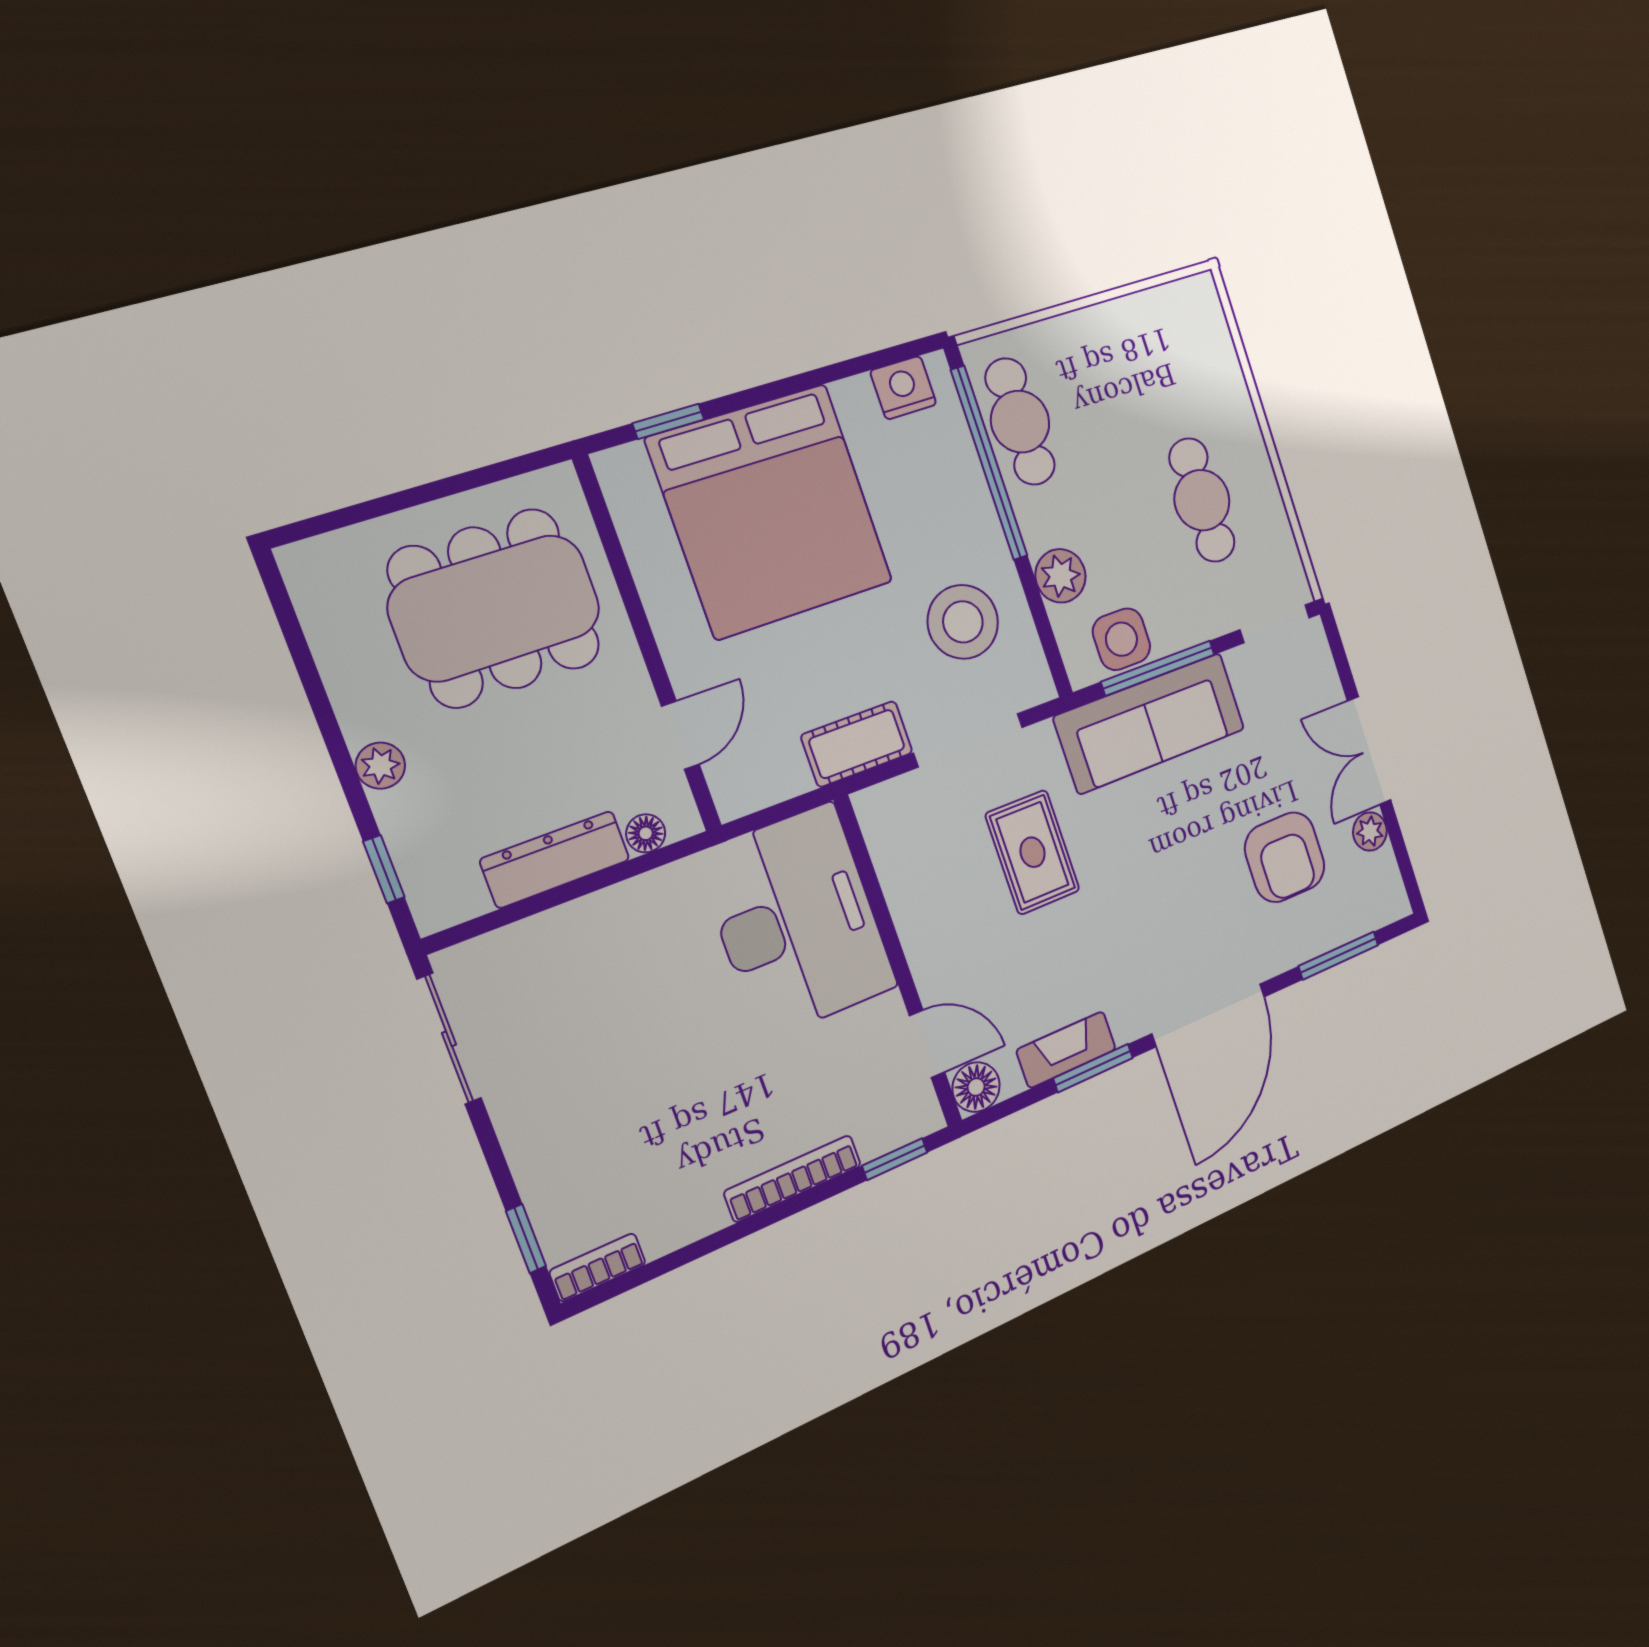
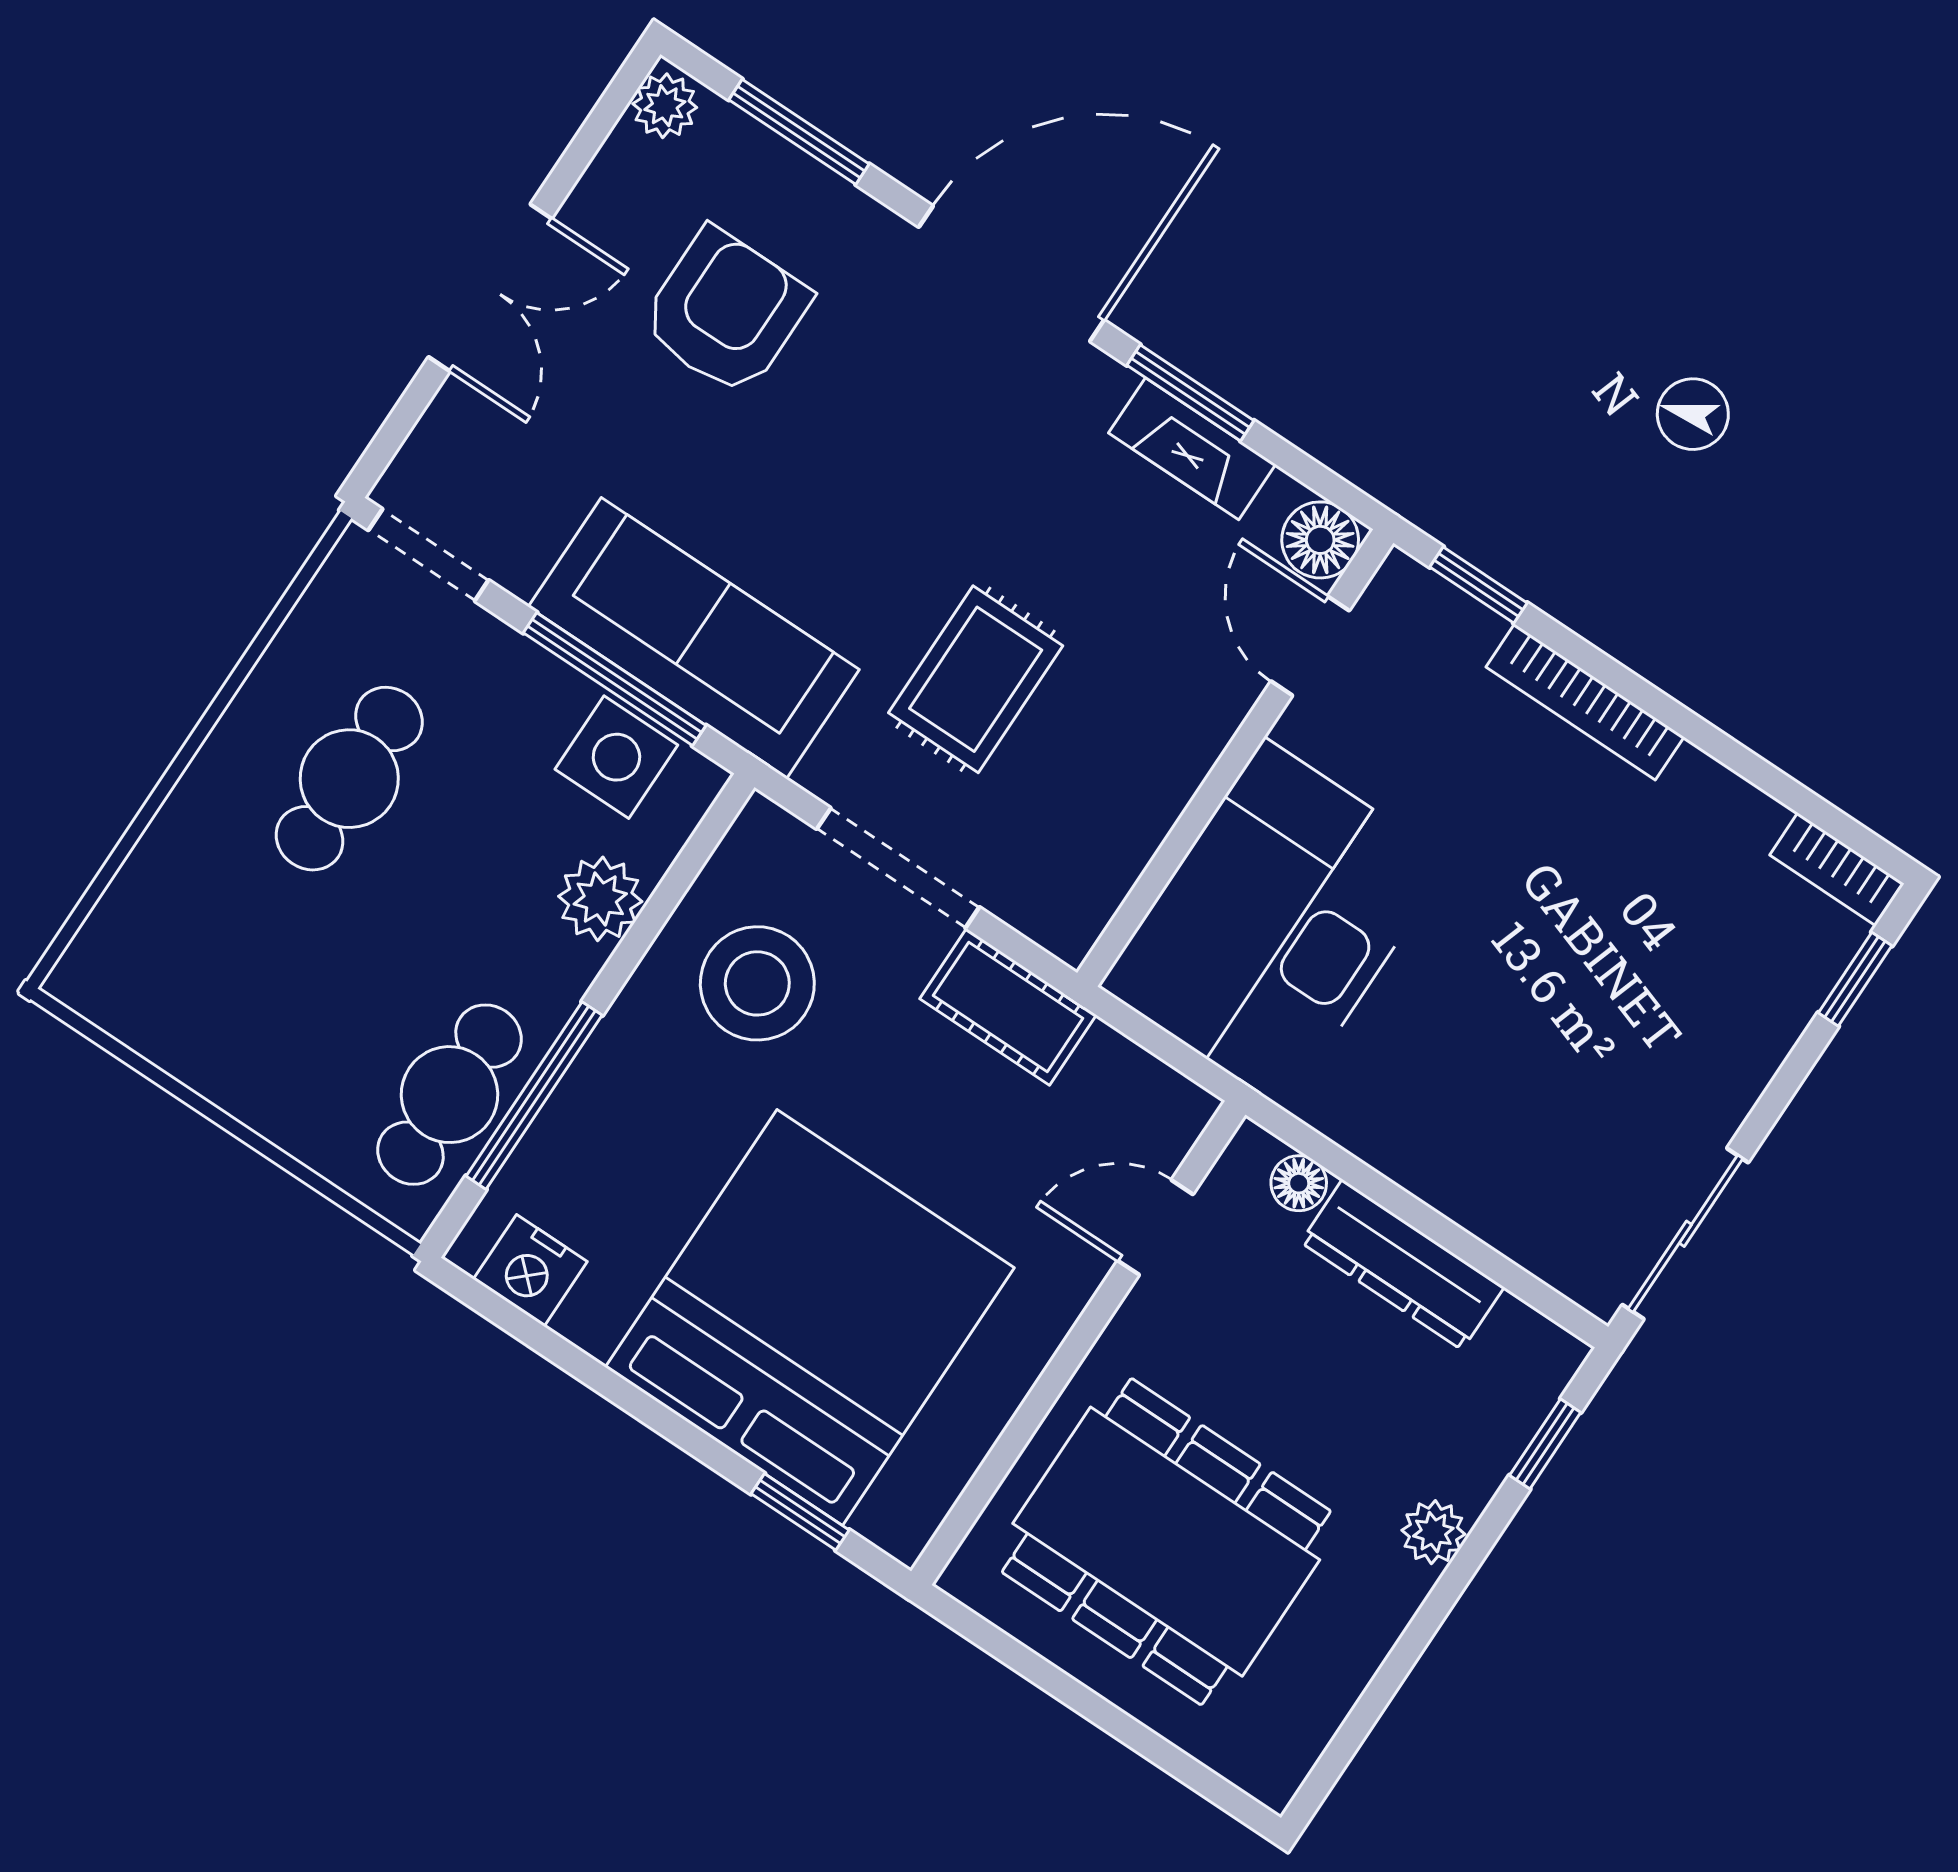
window: (989, 463) -> (534, 1096), width x0.68
plant: (1370, 831) -> (665, 106), moved

